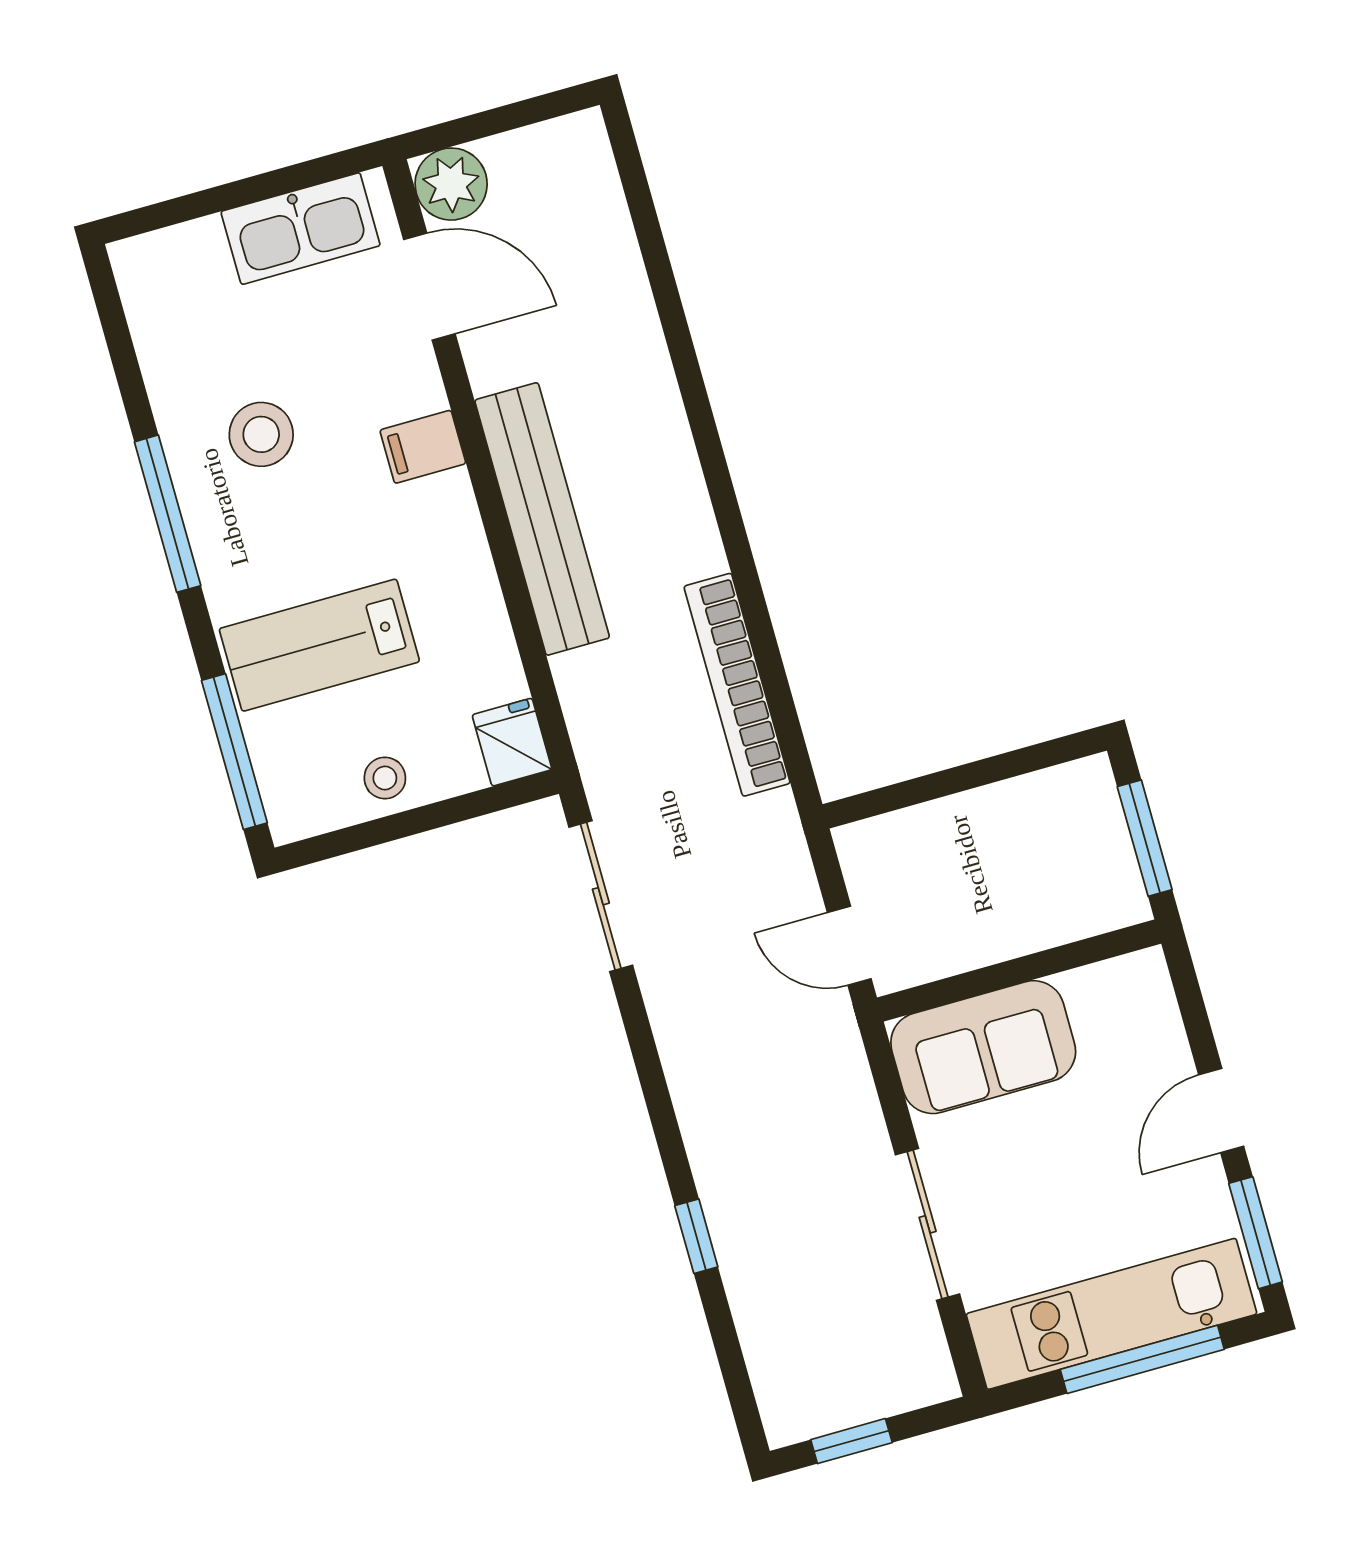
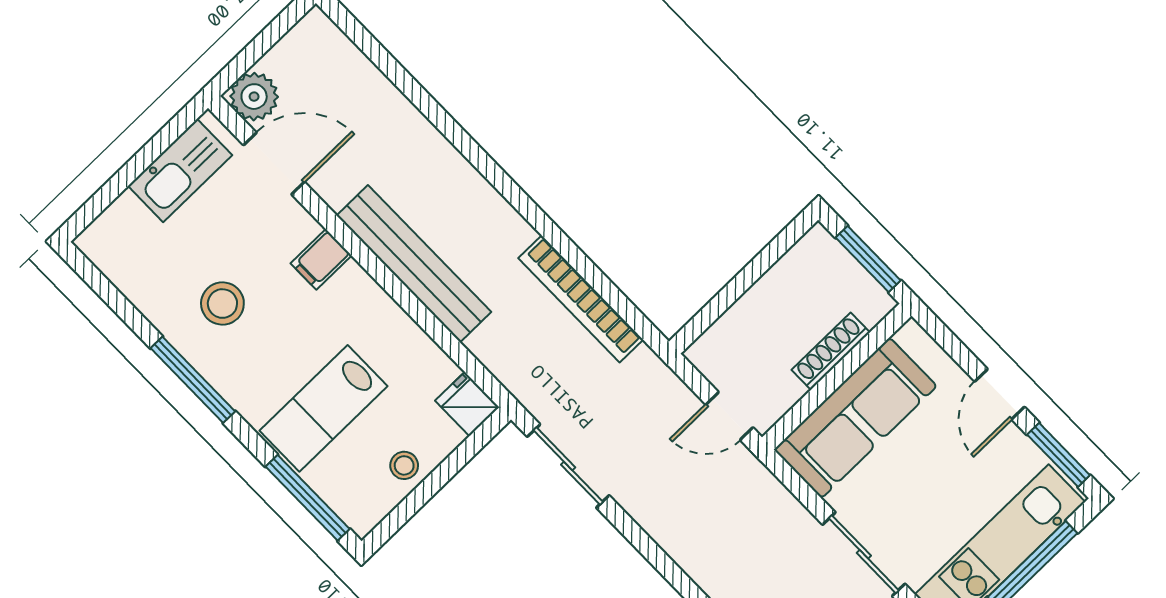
shoe rack: (1029, 933) -> (831, 351), added
sofa: (983, 1047) -> (855, 418), width x1.36

